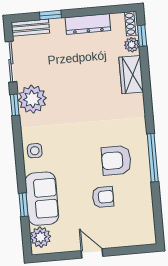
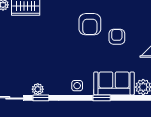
plant: (32, 99) -> (38, 89), width x0.53, depth x0.53
window: (23, 205) -> (102, 98), moved

